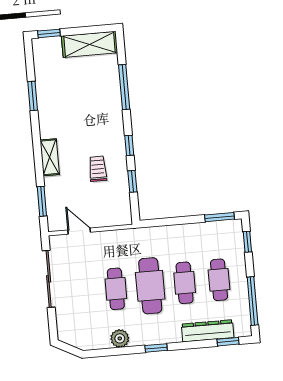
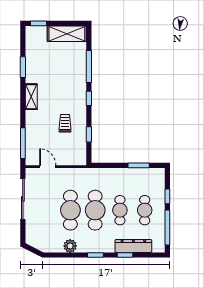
window: (129, 145) -> (89, 98), moved
shelving: (50, 157) -> (31, 97), moved
window: (42, 201) -> (23, 143), width x1.44
window: (219, 217) -> (139, 165), moved
window: (247, 242) -> (167, 196), moved
cafe table: (116, 289) -> (70, 210), width x1.37, depth x1.35
window: (228, 342) -> (125, 255), moved

